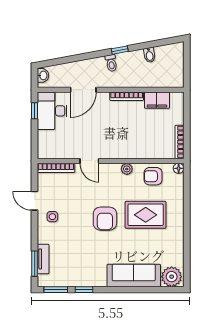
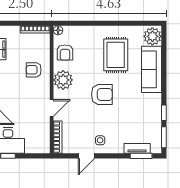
armchair: (133, 140) -> (34, 70), added
plant: (127, 169) -> (63, 80), width x1.88, depth x1.88
rug: (146, 215) -> (116, 55), moved

